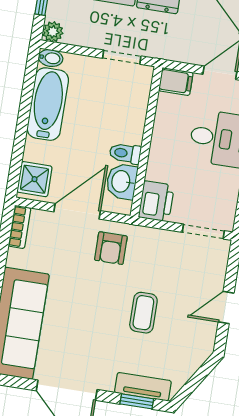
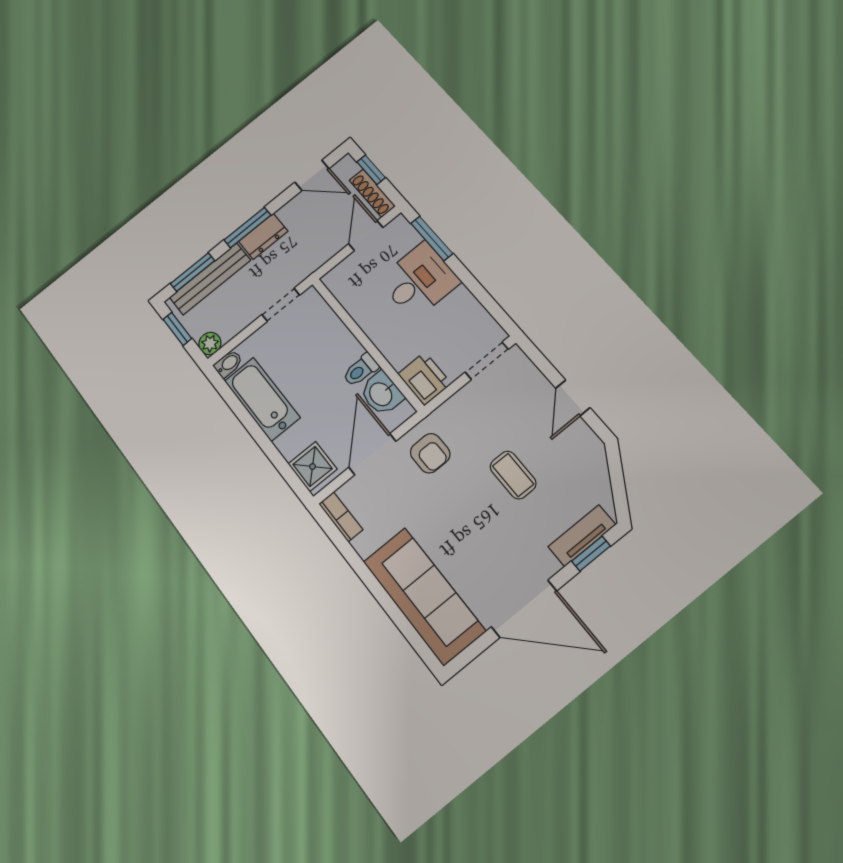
filing cabinet: (176, 82) -> (340, 277), removed

